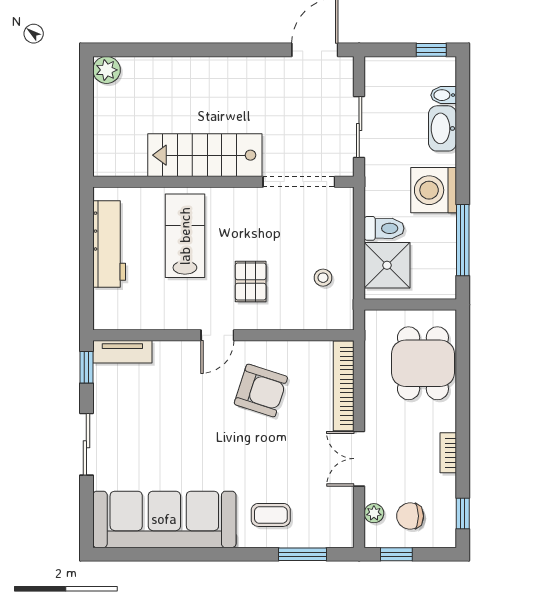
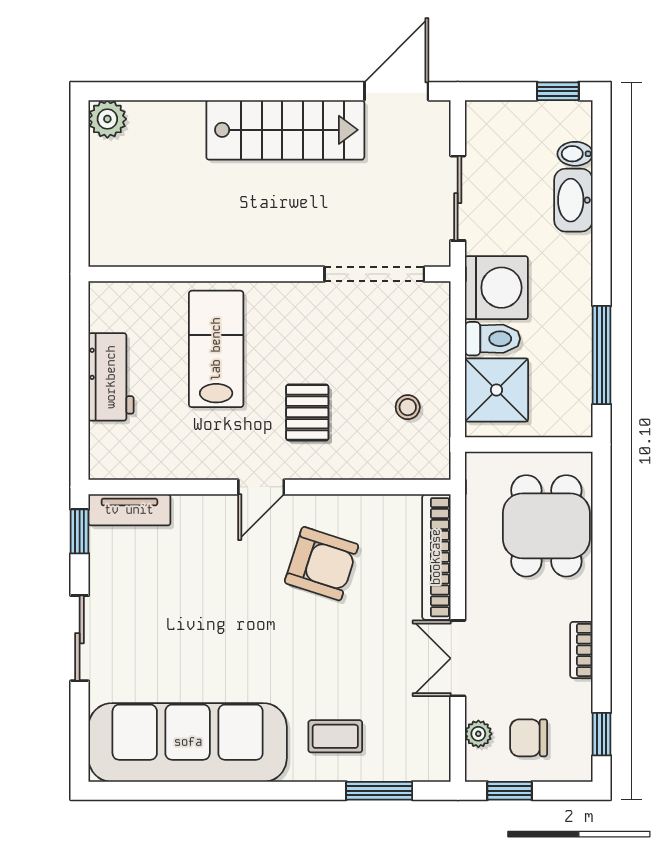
stairs: (205, 155) -> (285, 130), moved, turned 180
washing machine: (434, 190) -> (496, 288), moved, turned 180
workbench: (109, 244) -> (111, 377), width x0.73

